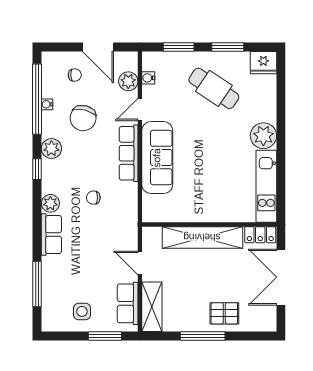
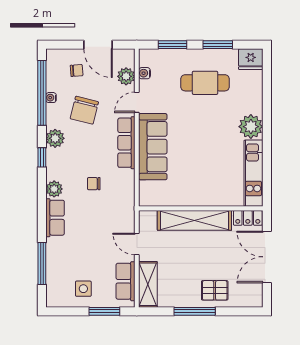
cafe table: (214, 88) -> (205, 83), turned -34

